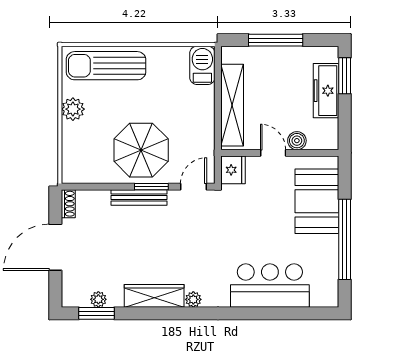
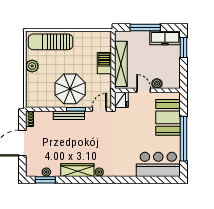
barbecue: (202, 65) -> (104, 63), moved
freezer: (326, 91) -> (165, 38), moved, turned -90
bar counter: (270, 286) -> (158, 164), moved

